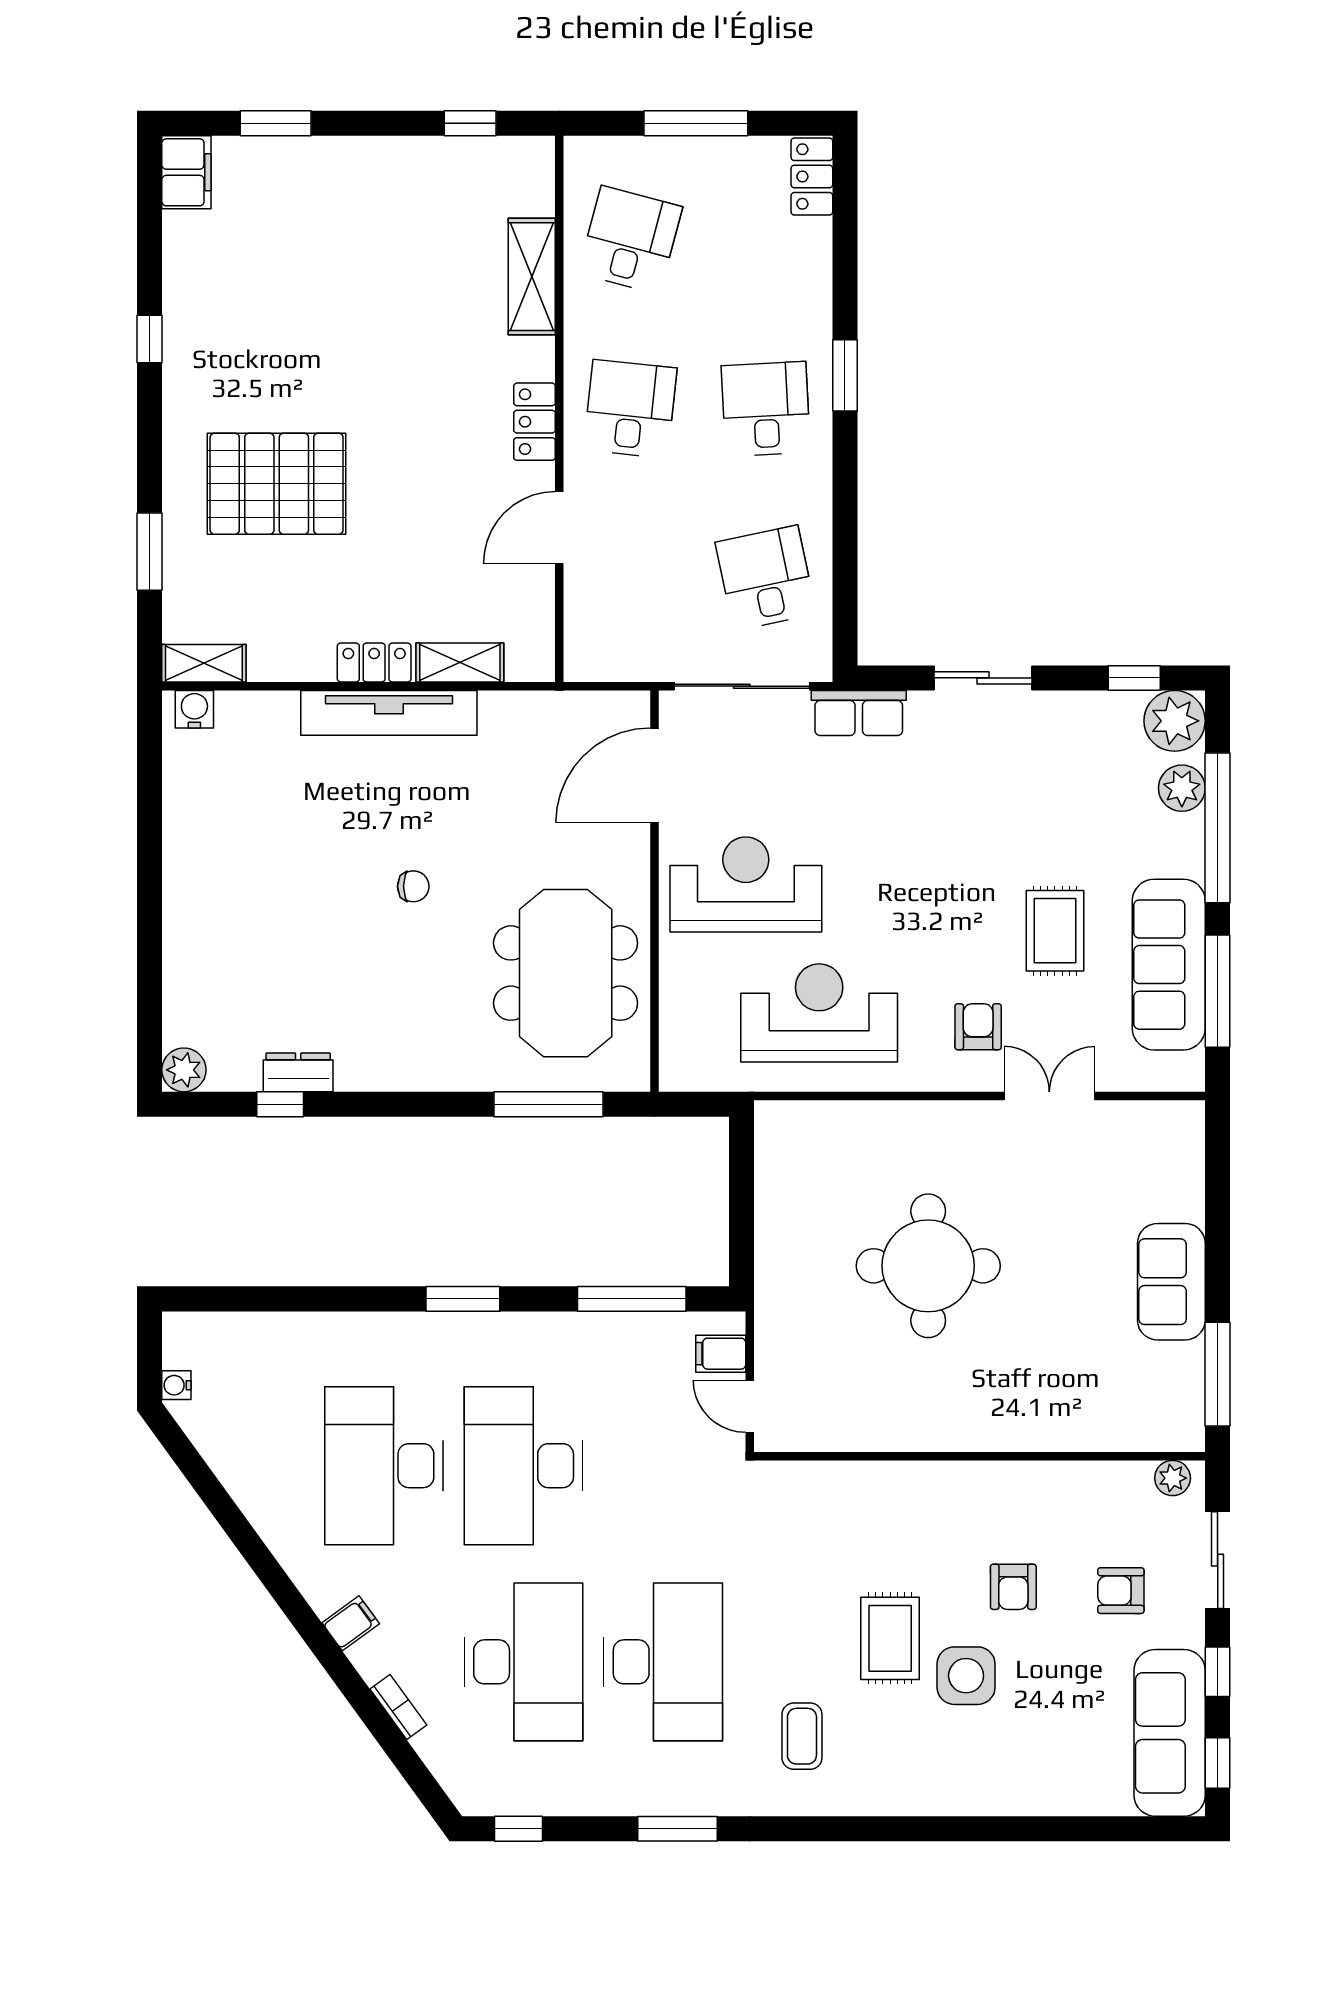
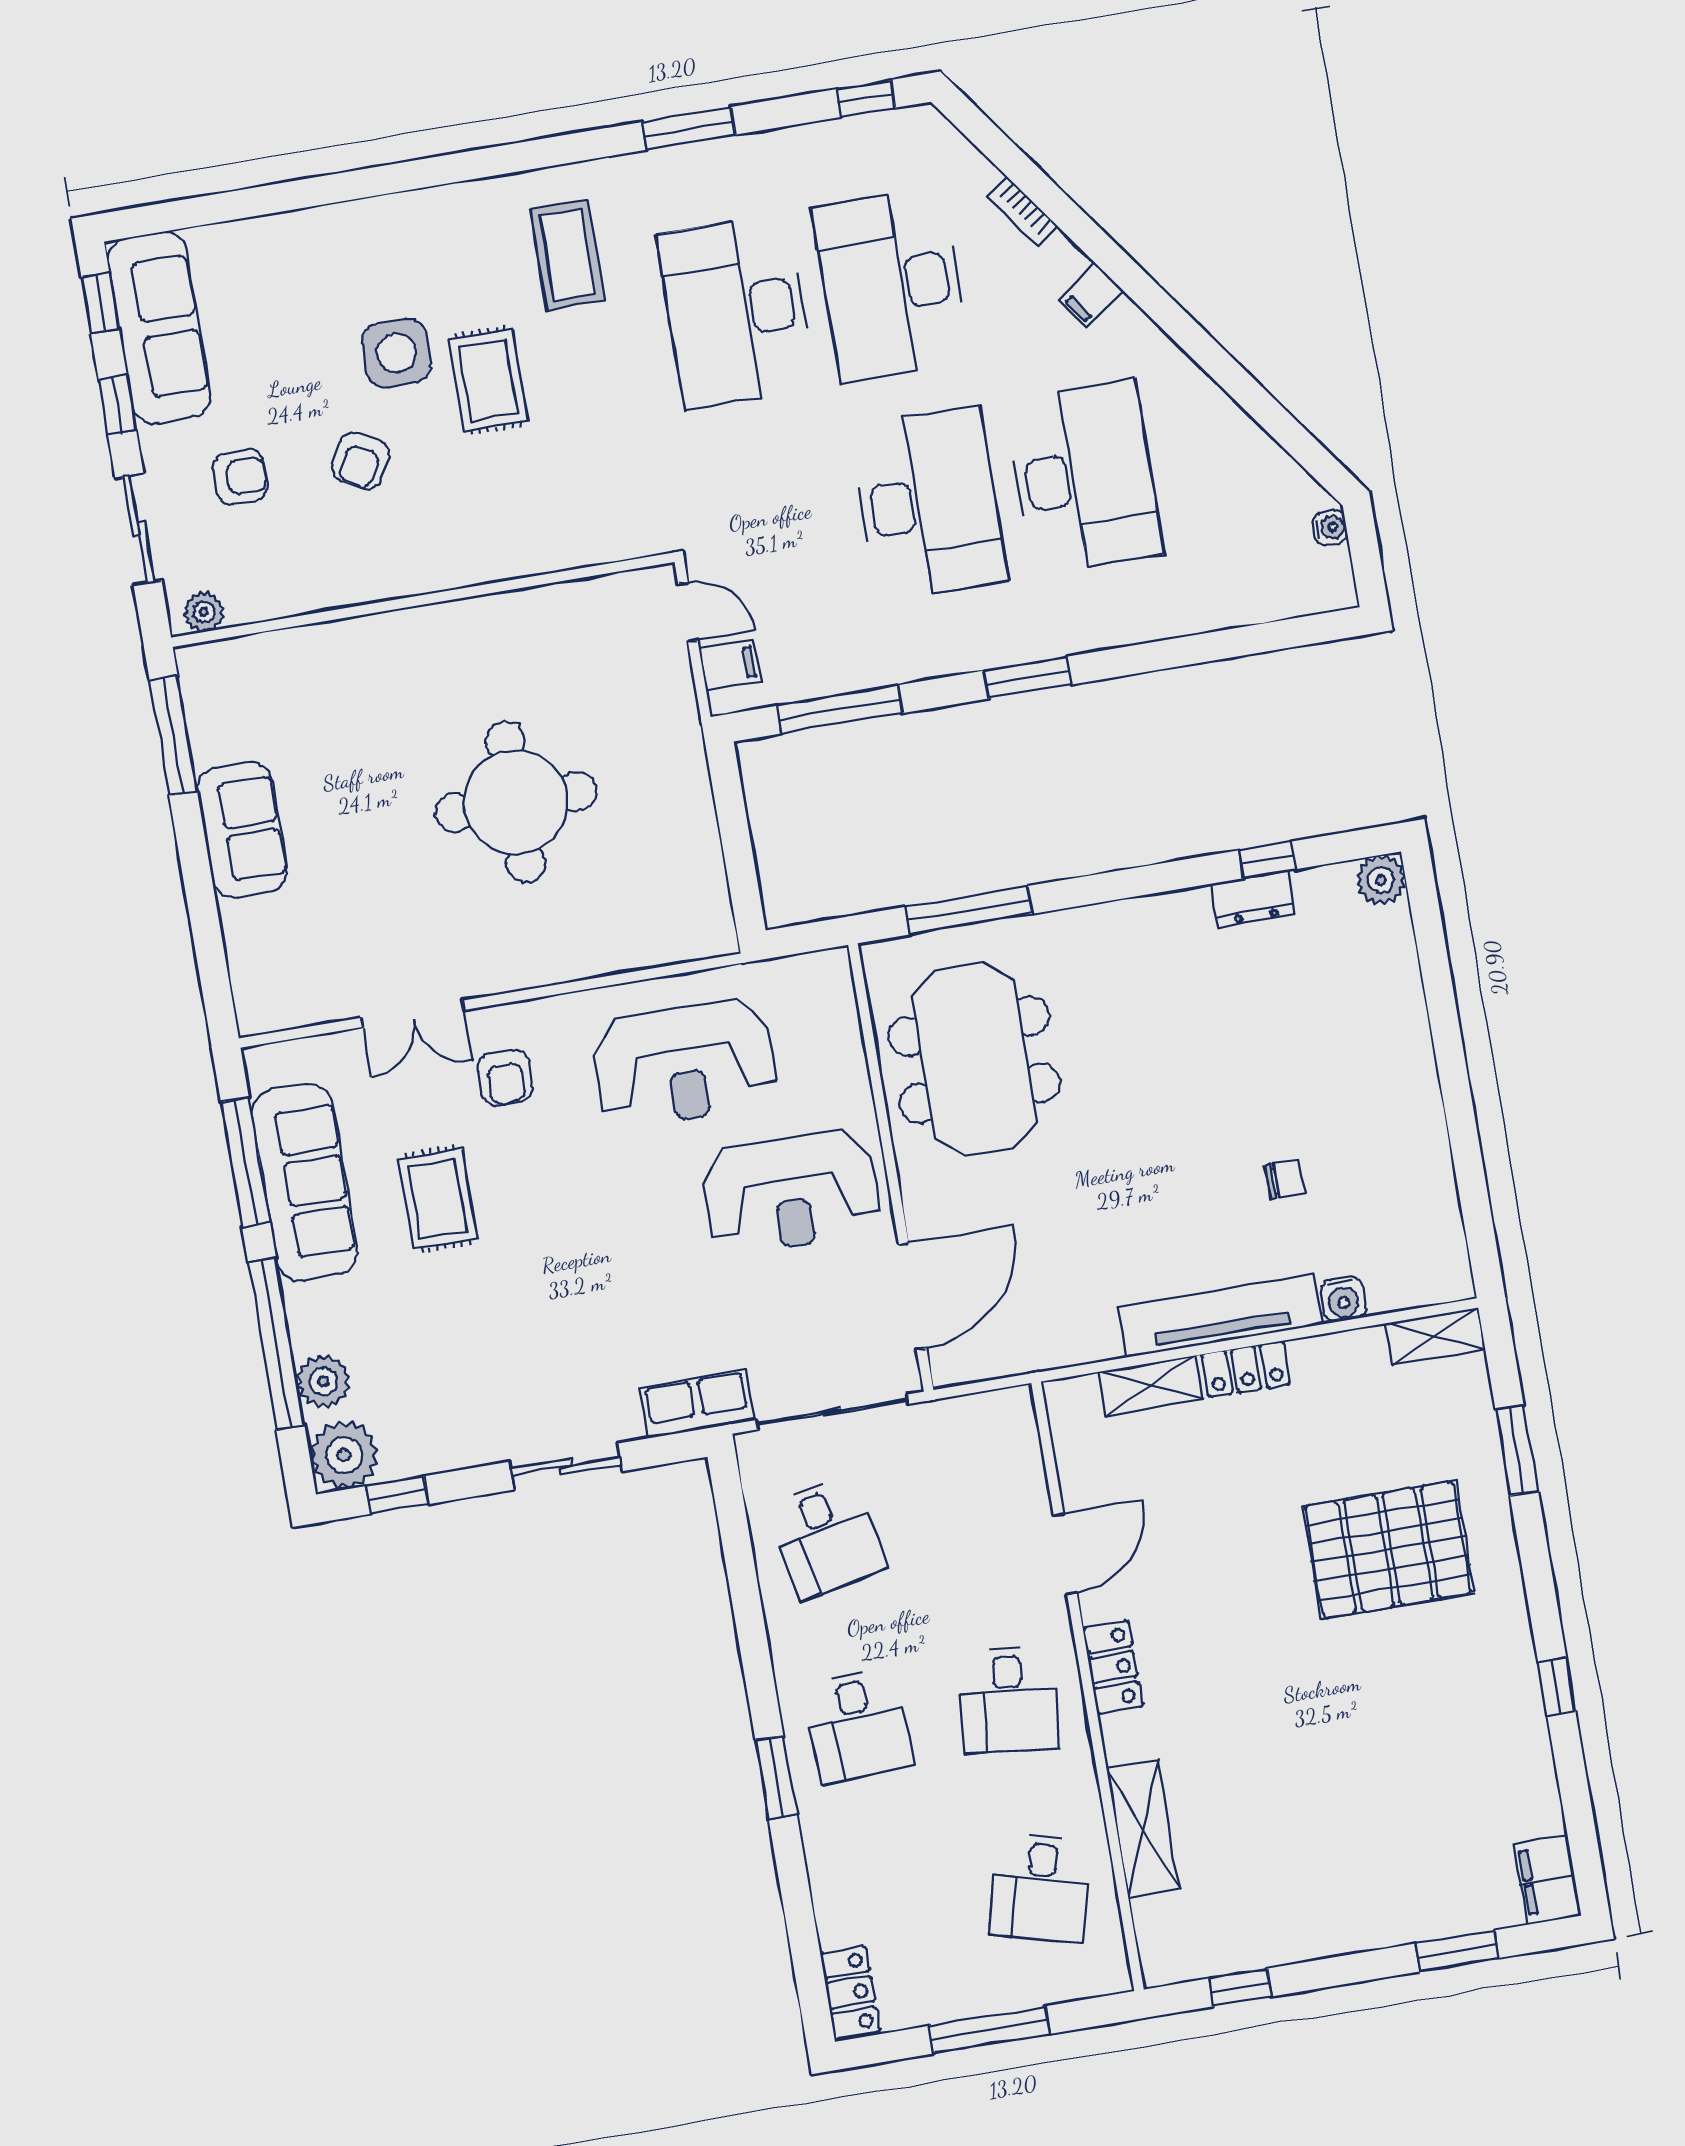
water cooler: (194, 709) -> (1343, 1299), moved
chair: (413, 886) -> (1285, 1179), moved, turned 180
armchair: (1013, 1587) -> (361, 461), turned -152
coffee table: (802, 1736) -> (568, 255), width x1.36, depth x1.30

